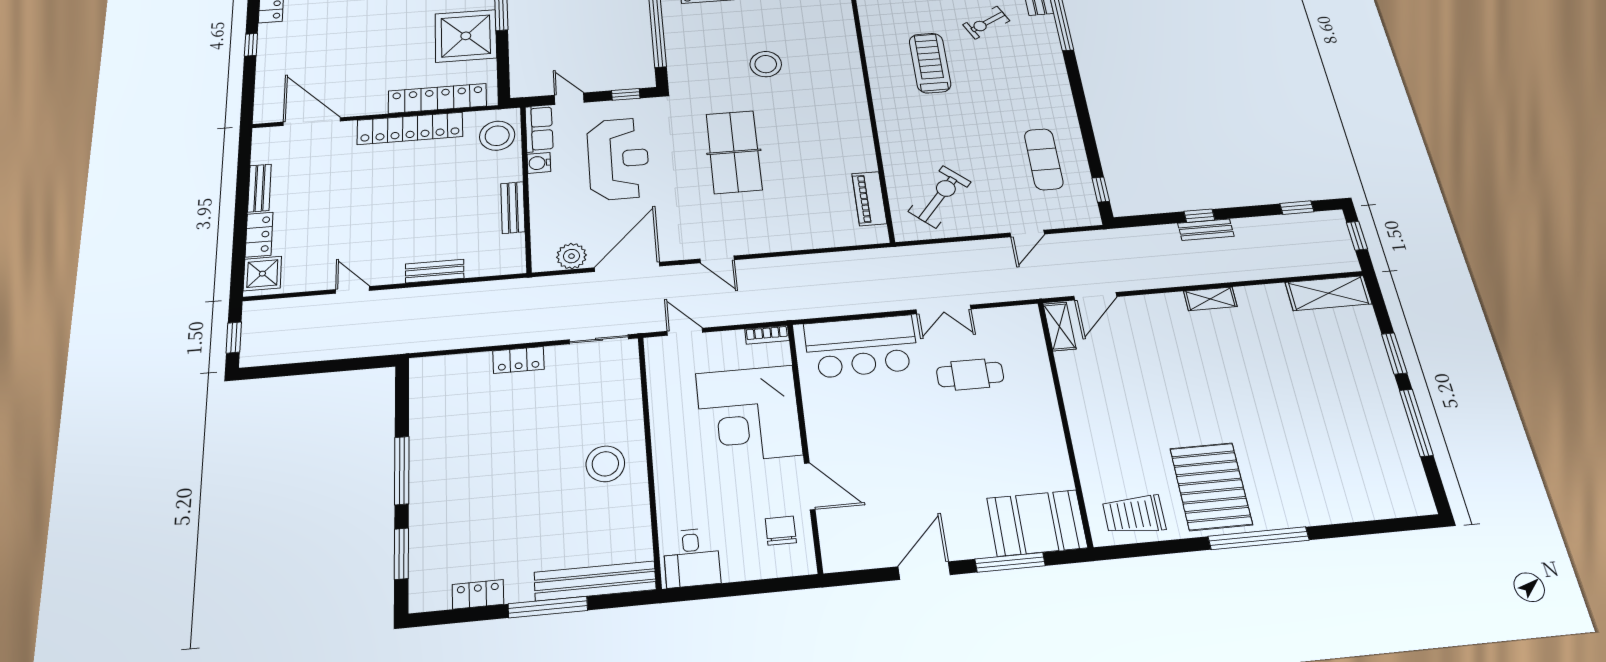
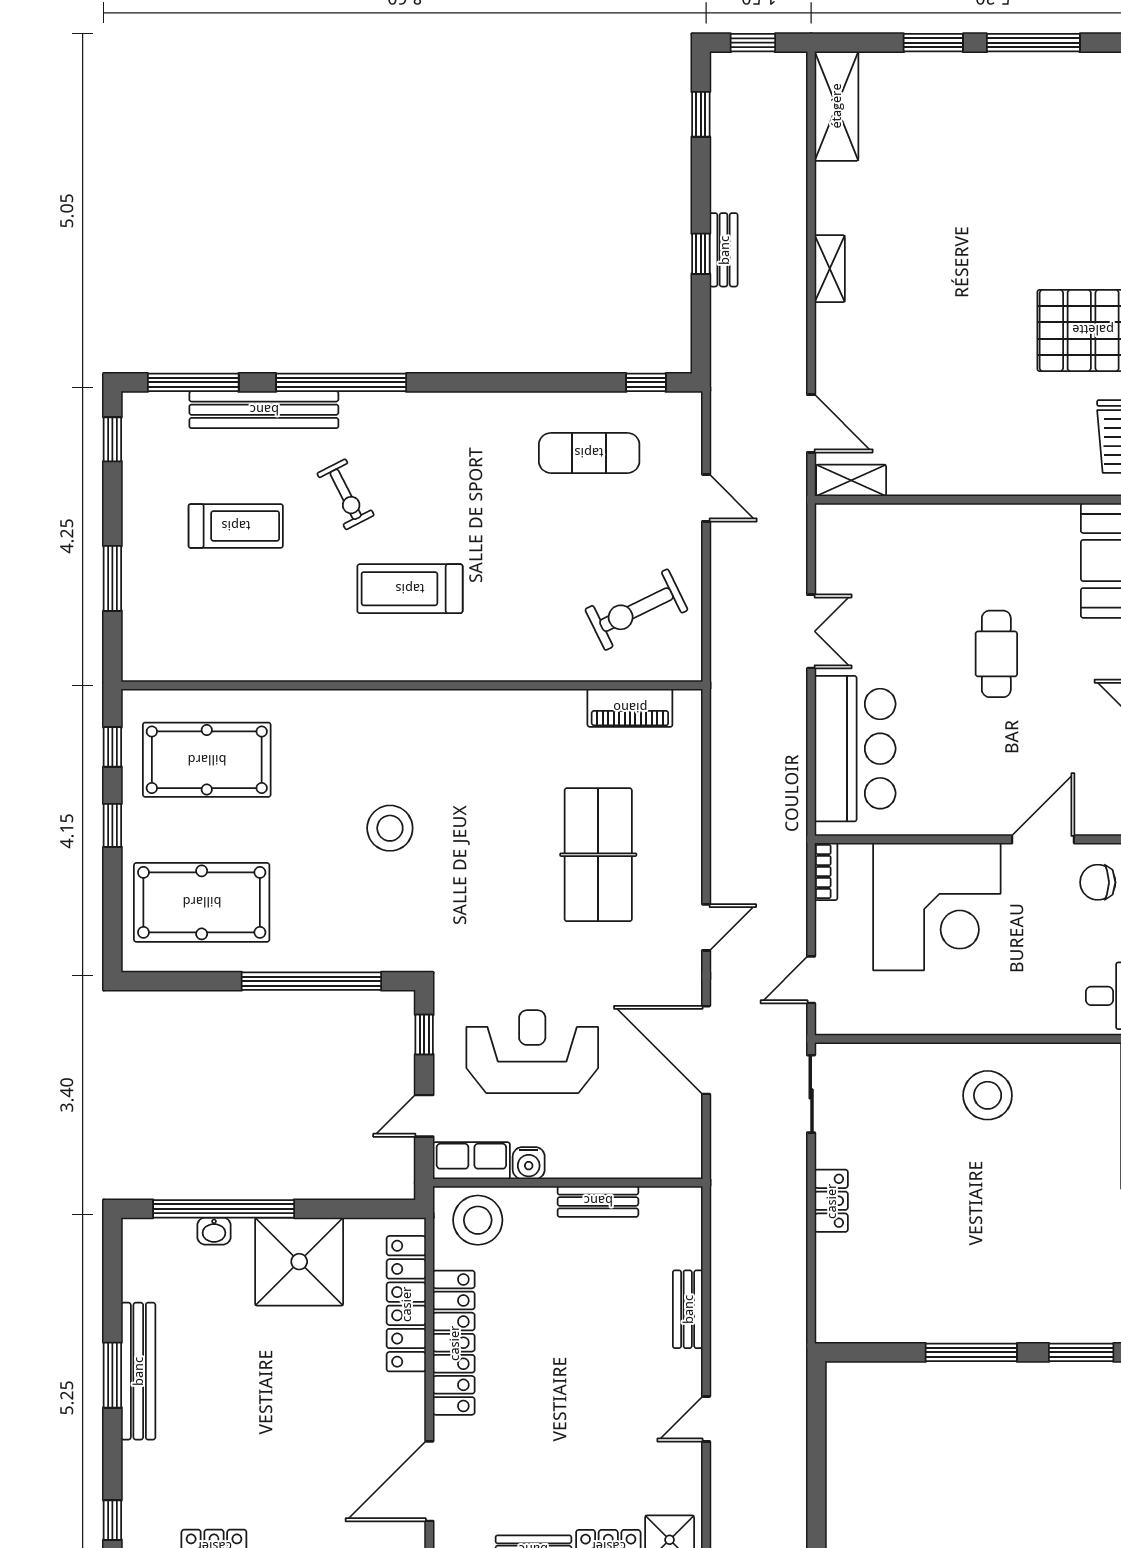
table tennis table: (734, 152) -> (598, 855), moved, turned 90
exercise bike: (940, 197) -> (636, 610), turned -67
plant: (572, 256) -> (682, 1124), removed
cafe table: (970, 375) -> (996, 654), moved

